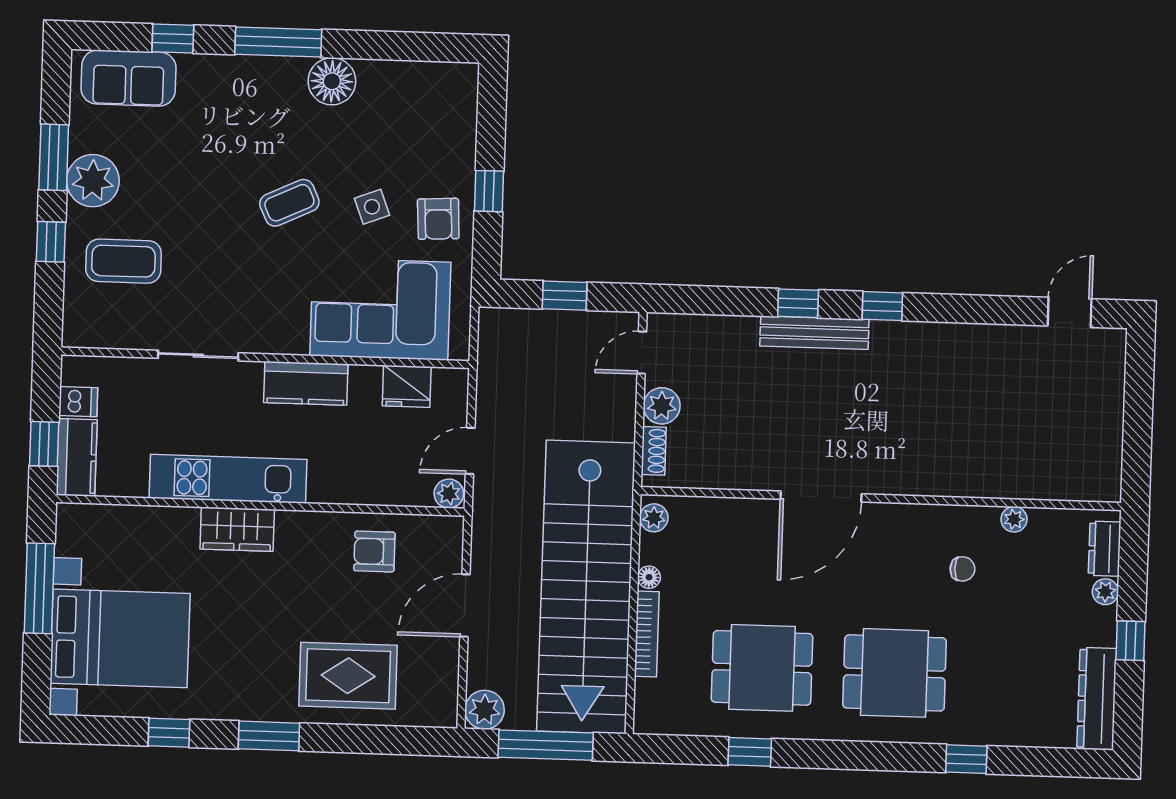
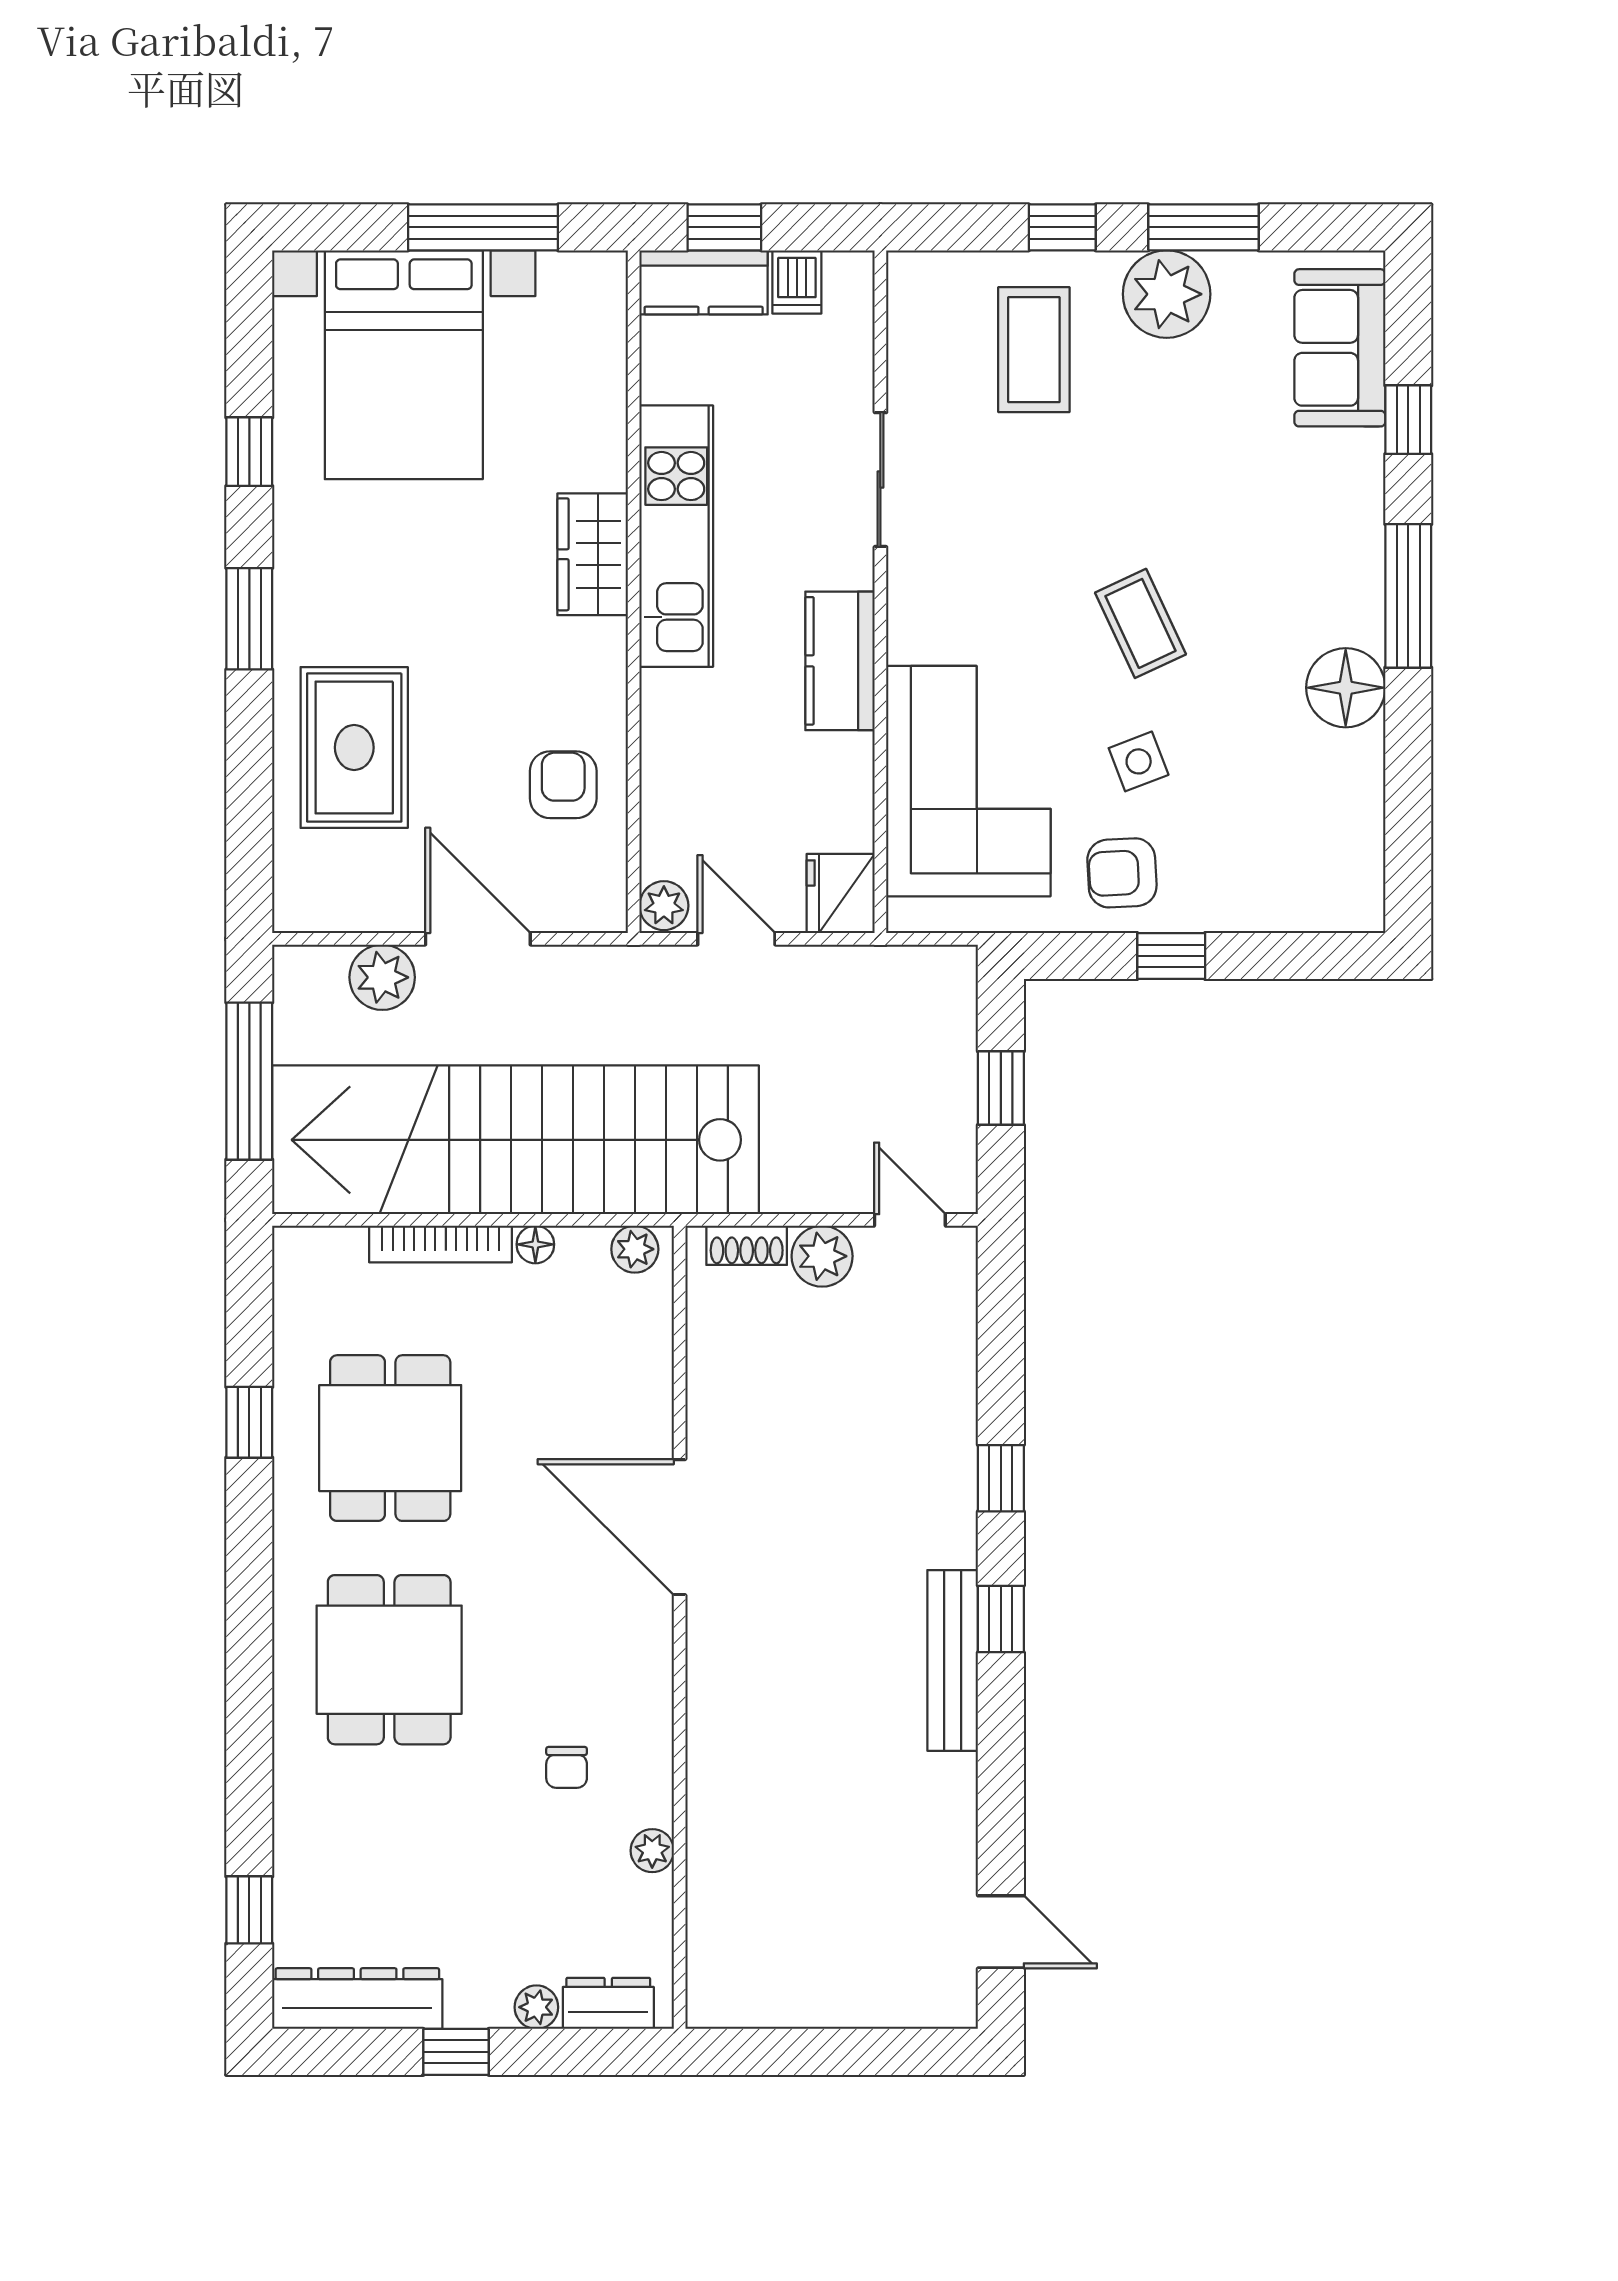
bench: (814, 333) -> (953, 1660), moved
fridge: (407, 386) -> (841, 893), moved
plant: (485, 710) -> (382, 977), moved
window: (966, 759) -> (249, 1910), moved

